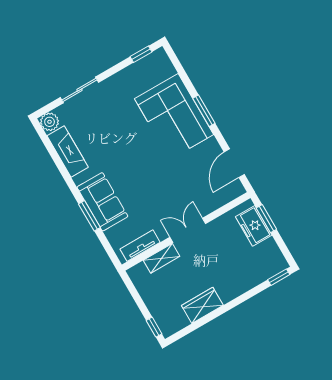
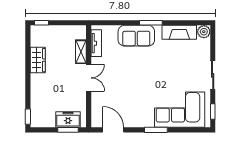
sliding door: (79, 90) -> (213, 75), moved
corner sofa: (174, 117) -> (180, 110), moved
window: (89, 216) -> (151, 23), moved

